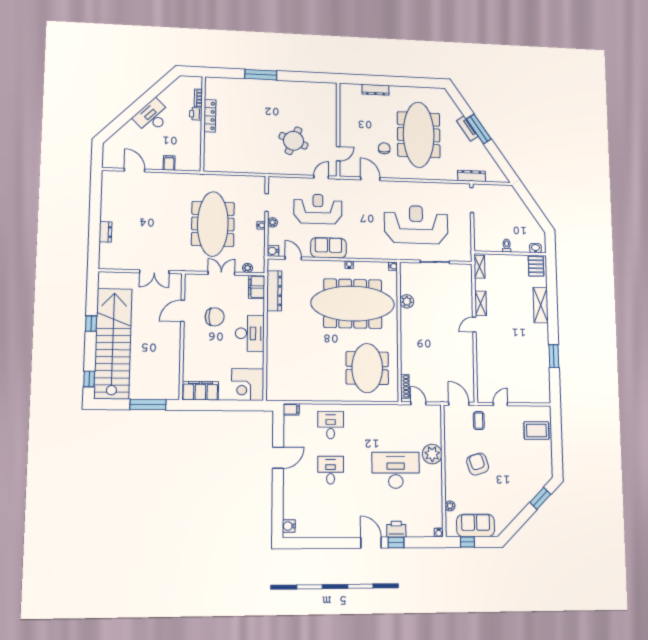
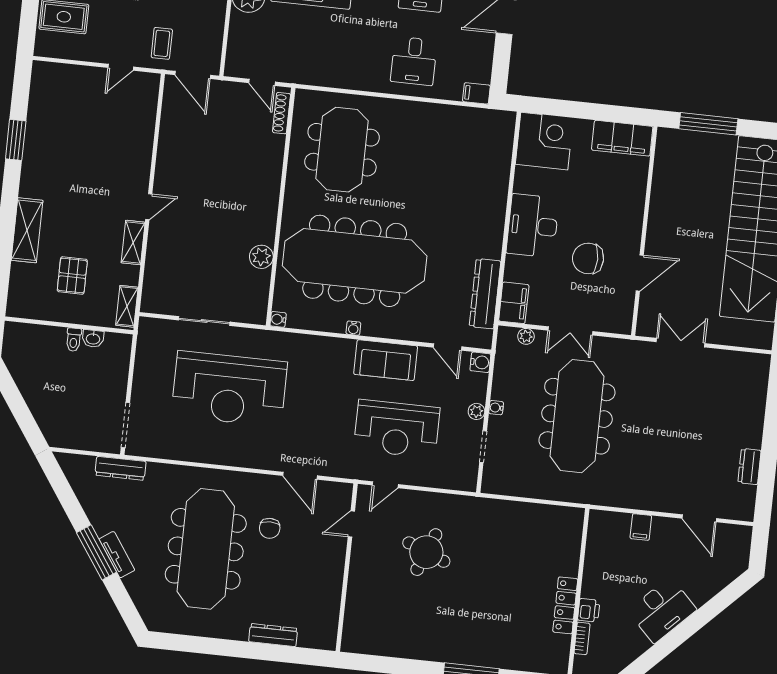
dresser: (105, 232) -> (749, 467), moved
washbasin: (535, 248) -> (93, 338), moved
pallet: (536, 266) -> (72, 275), moved

